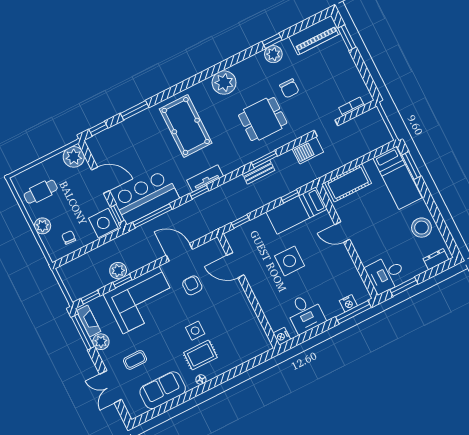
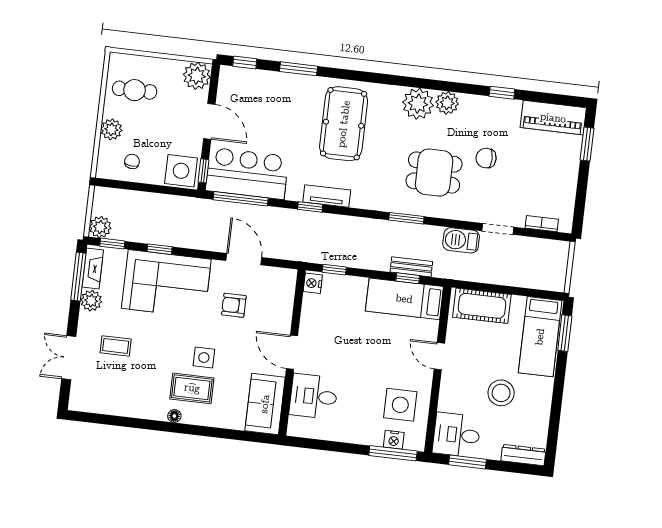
plant: (273, 54) -> (447, 103), moved
chair: (289, 88) -> (486, 158), turned 90
bench: (259, 172) -> (411, 267), moved
stool: (422, 228) -> (501, 393), moved
dresser: (436, 259) -> (523, 455), width x1.44
side table: (290, 261) -> (400, 405), moved
door: (235, 265) -> (292, 352), moved
plant: (118, 271) -> (100, 227), moved
armchair: (192, 285) -> (234, 305), turned -90
desk: (305, 313) -> (314, 396), moved, turned 90
nightstand: (282, 336) -> (313, 283), moved
sofa: (163, 390) -> (265, 404), moved, turned -90

